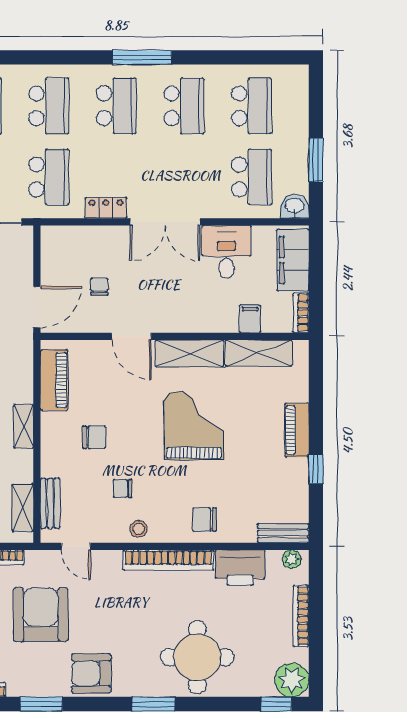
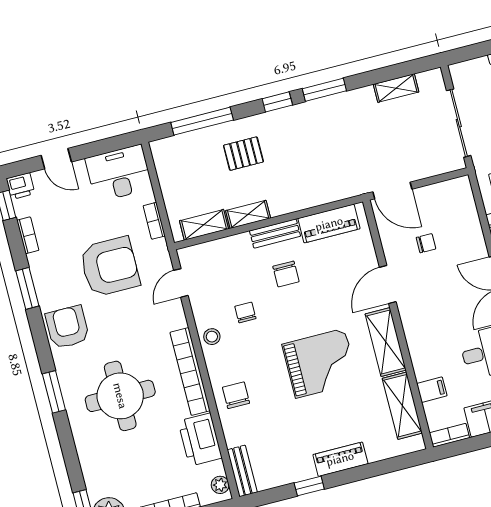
shelving: (24, 426) -> (248, 214), moved
bench: (50, 503) -> (275, 234), moved
round table: (197, 657) -> (120, 396), moved

